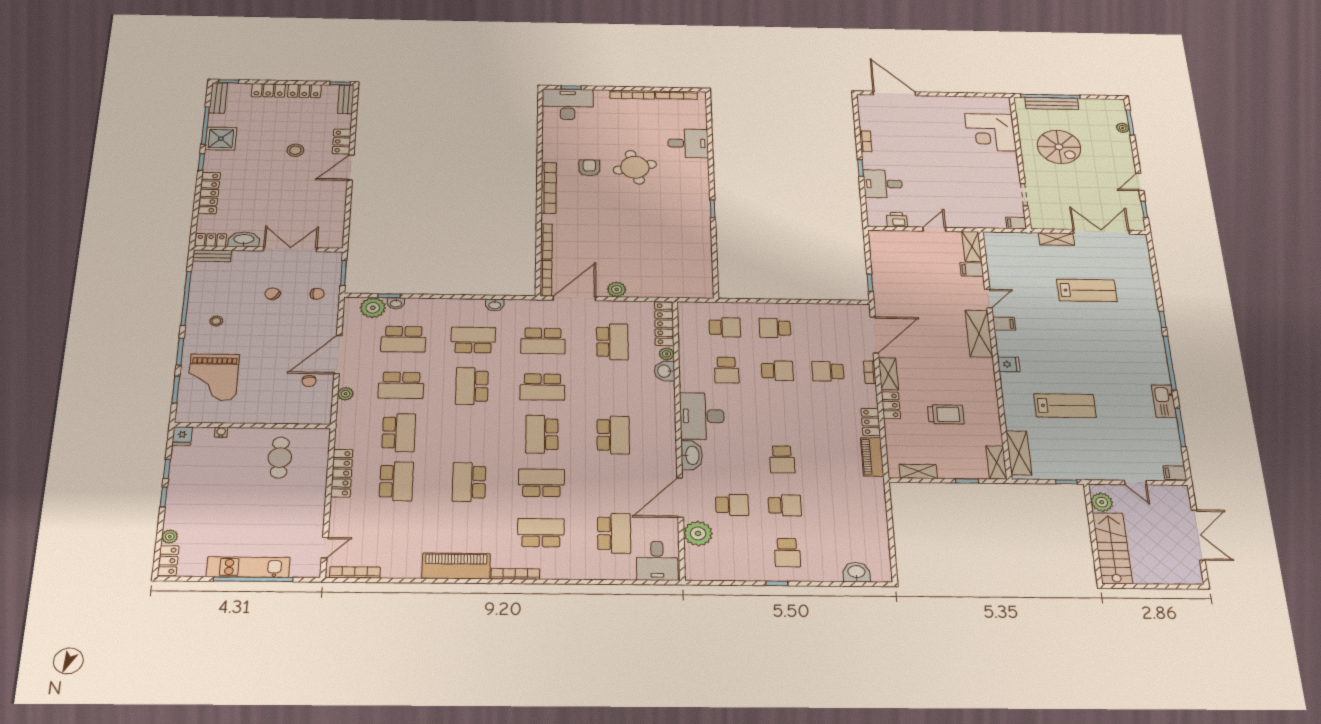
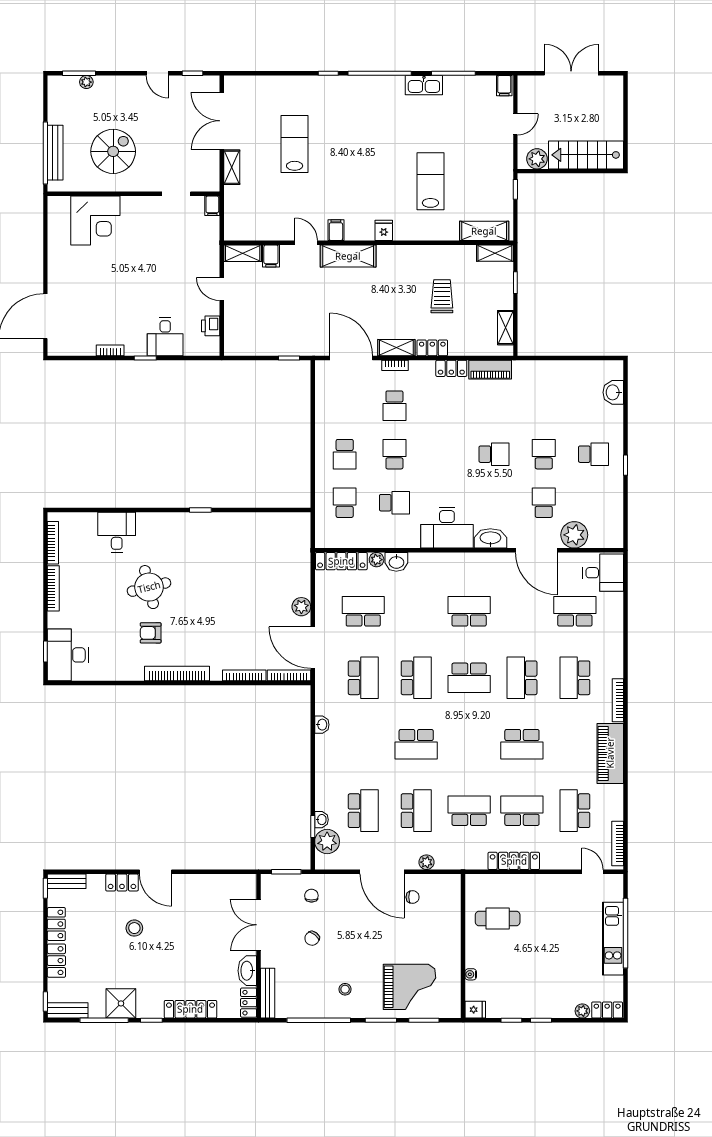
bench: (212, 256) -> (268, 993), width x1.36
school desk: (473, 340) -> (575, 811), moved

